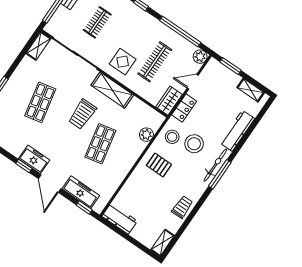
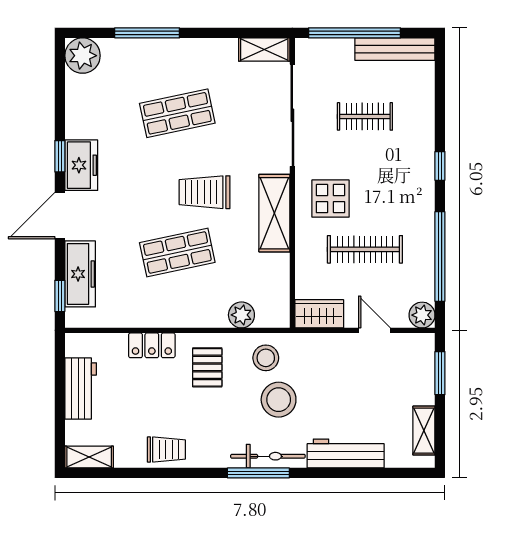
locker: (184, 108) -> (152, 345), moved
workbench: (120, 219) -> (81, 388), moved

